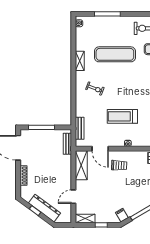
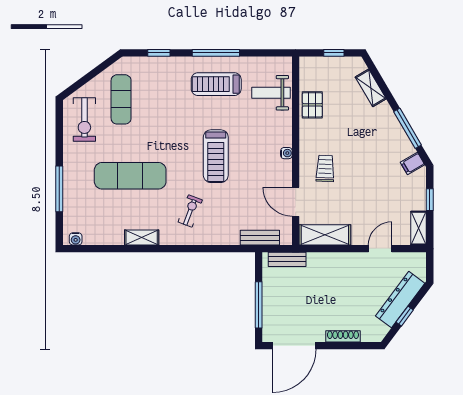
exercise mat: (115, 54) -> (130, 176), turned 90
treadmill: (122, 116) -> (216, 156), moved
door: (100, 149) -> (296, 202), swing flipped
door: (73, 197) -> (380, 249), swing flipped

